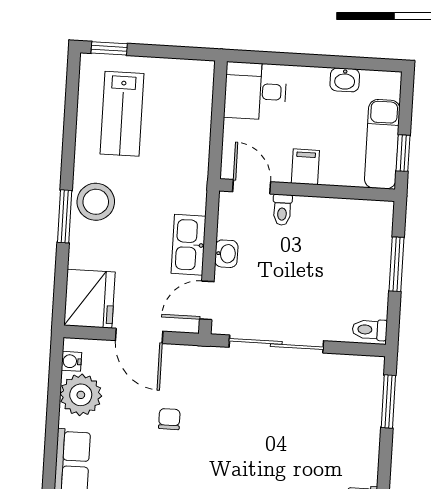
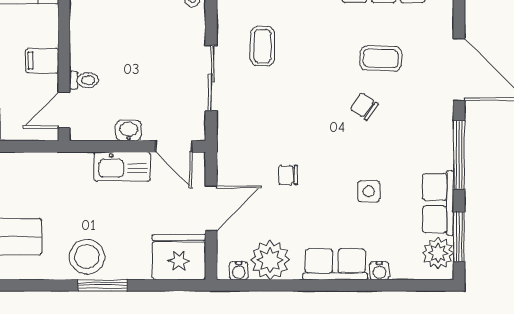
sliding door: (276, 344) -> (211, 78), width x0.73
coffee table: (307, 400) -> (263, 46), added

